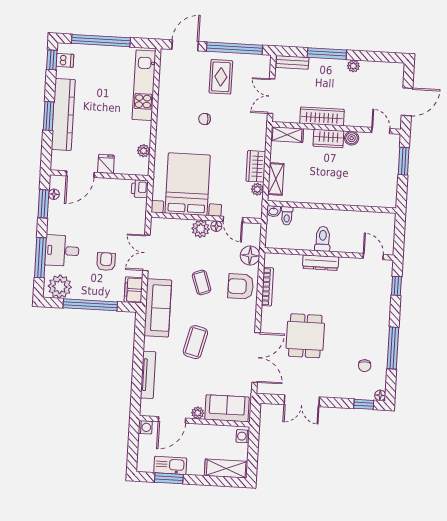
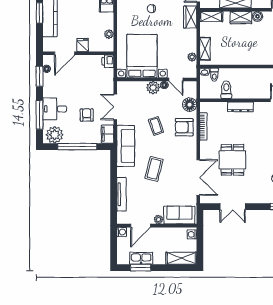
wardrobe: (256, 166) -> (190, 17), moved
toilet: (323, 239) -> (226, 90), moved

